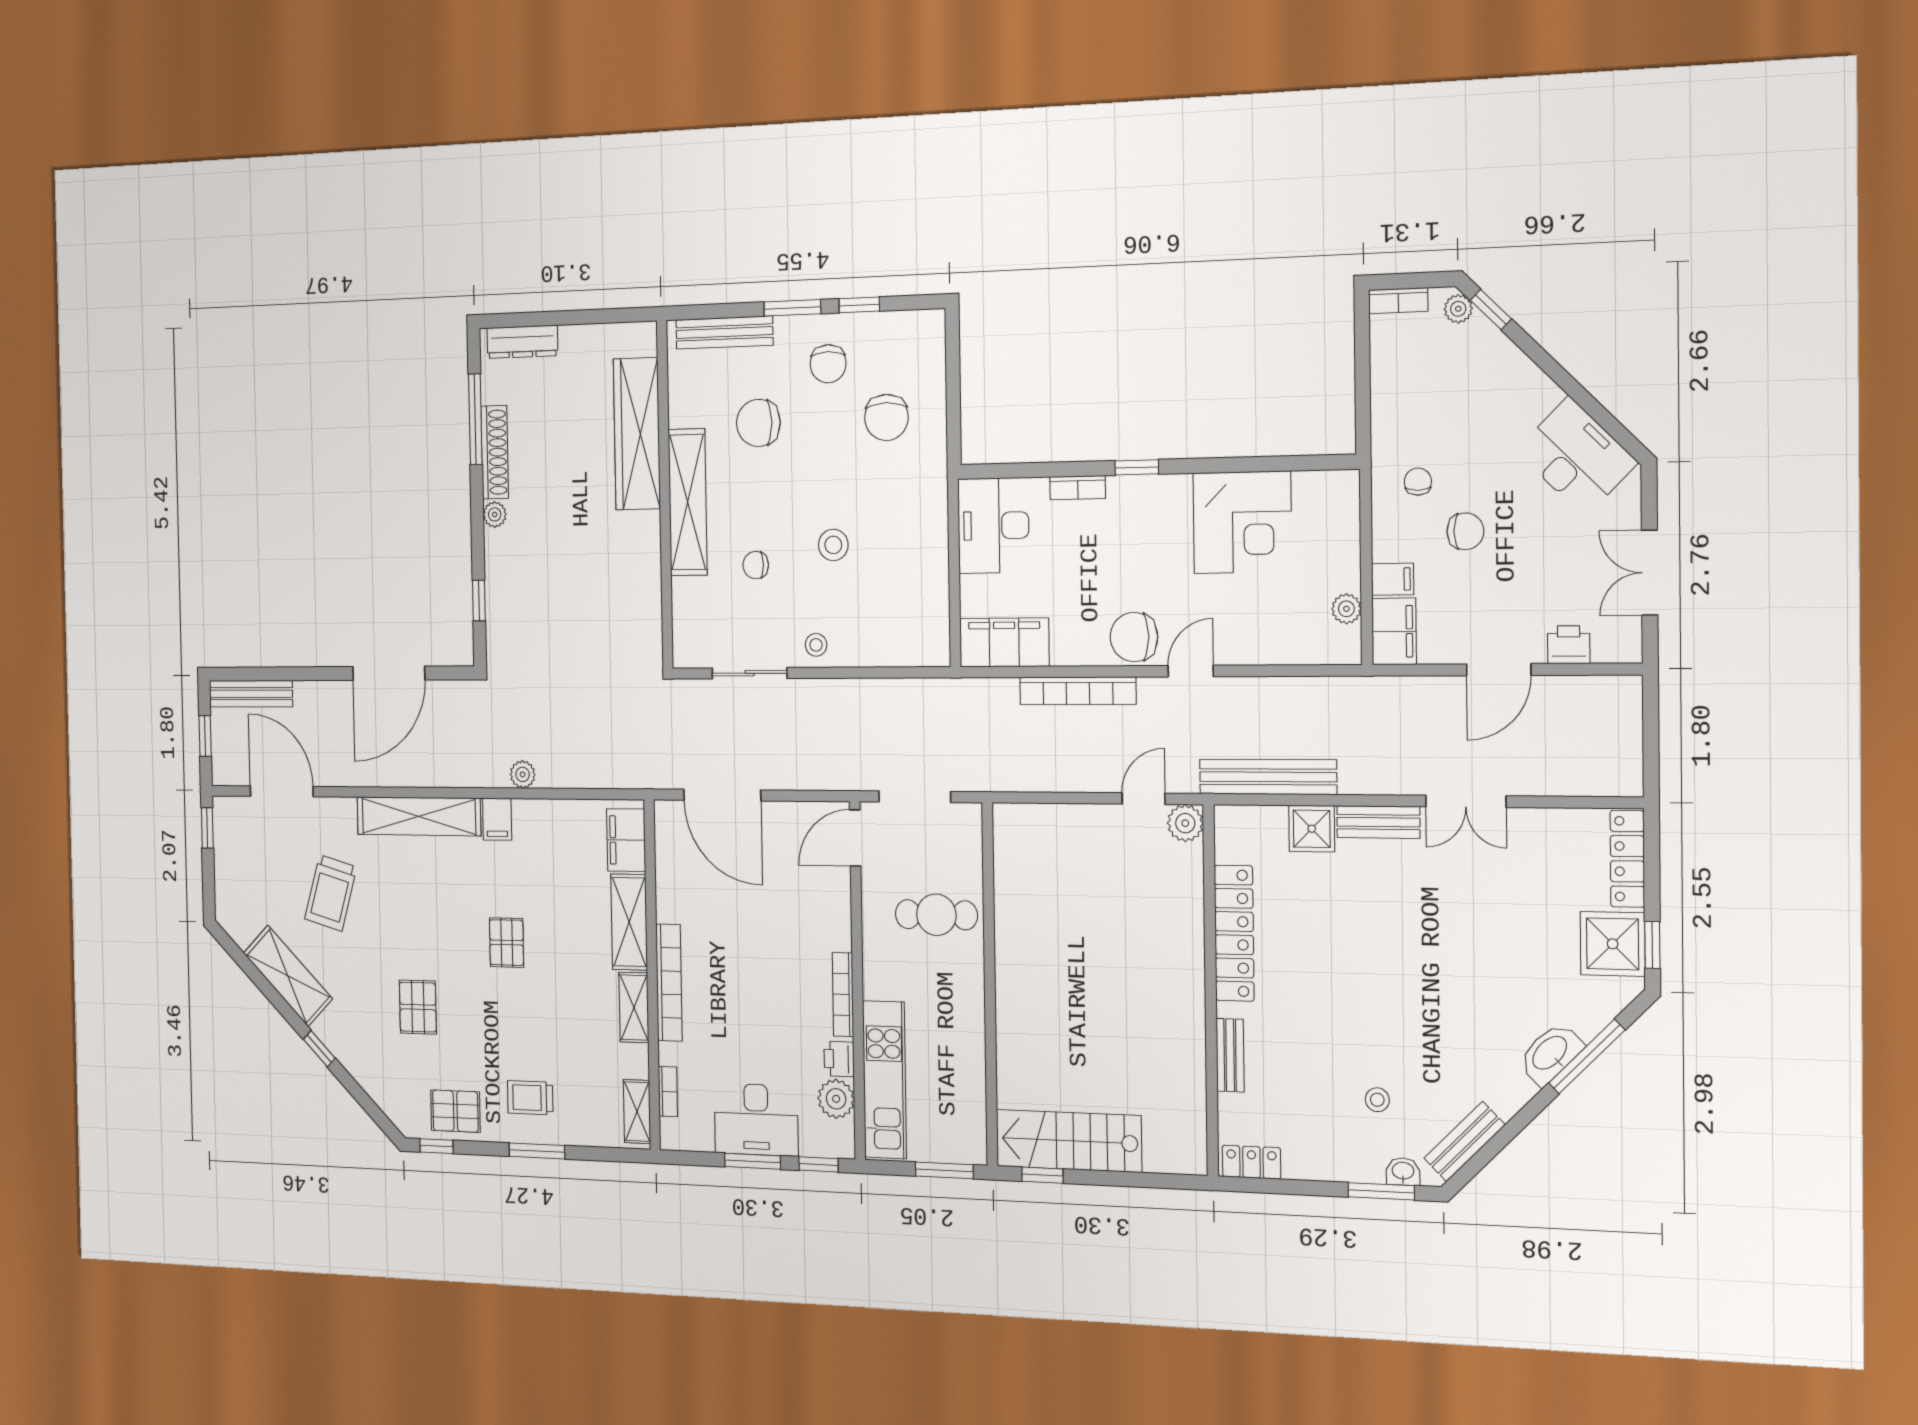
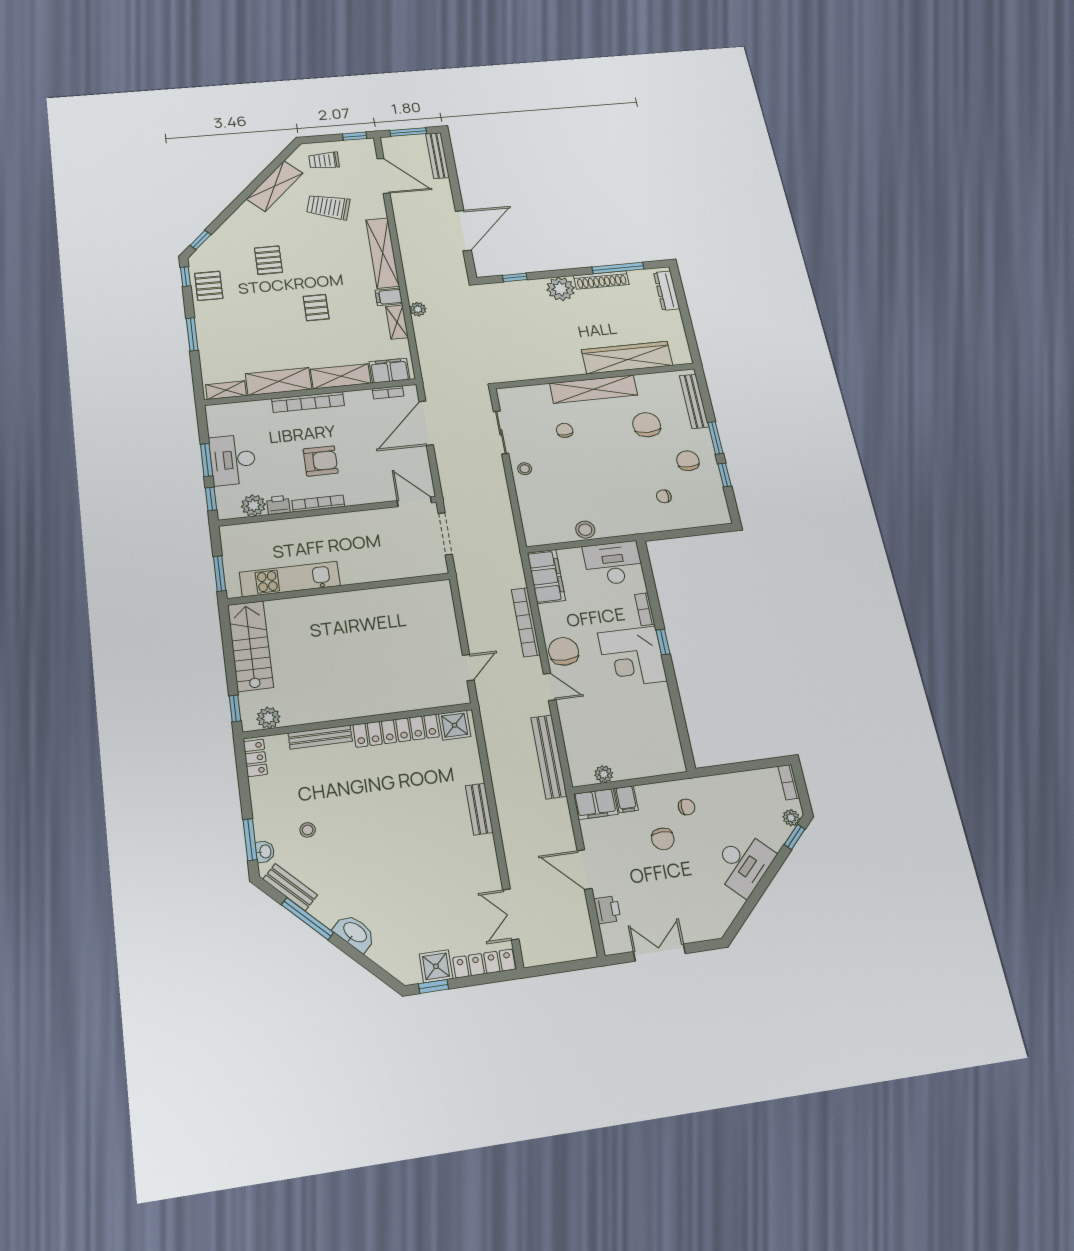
chair: (828, 364) -> (688, 461), turned 90
chair: (886, 417) -> (664, 496), width x0.54, depth x0.54
desk: (1577, 457) -> (743, 863), moved
plant: (495, 514) -> (561, 289), width x1.87, depth x1.87
corner desk: (1242, 522) -> (632, 657), moved
stool: (833, 545) -> (585, 530), moved
door: (389, 673) -> (463, 231), swing flipped
window: (205, 736) -> (408, 132), width x1.50
bench: (1268, 777) -> (549, 757), moved
door: (282, 791) -> (384, 176), hinge flipped
door: (1144, 799) -> (468, 668), hinge flipped
double door: (1466, 801) -> (511, 914), moved
shelving: (543, 813) -> (397, 322), added
plant: (1185, 823) -> (268, 718), moved
shower: (1312, 829) -> (455, 725), moved
cafe table: (936, 915) -> (376, 553), removed
pallet: (507, 943) -> (316, 308), turned 90
shower: (1613, 944) -> (436, 966), width x0.73, depth x0.73
armchair: (771, 979) -> (321, 461), added
pallet: (418, 1007) -> (268, 260), turned 90
shelving: (634, 1007) -> (279, 381), width x1.50, depth x1.33
window: (319, 1049) -> (200, 240), moved
bench: (1230, 1055) -> (320, 737), width x1.36
window: (1587, 1057) -> (307, 919), moved
kitchen unit: (884, 1080) -> (290, 579), moved, turned 180
bookcase: (668, 1092) -> (388, 392), moved
trolley: (530, 1098) -> (324, 160), moved, turned -90
window: (1042, 1175) -> (235, 708), moved

